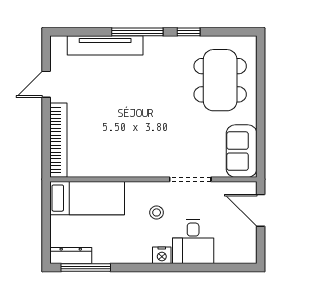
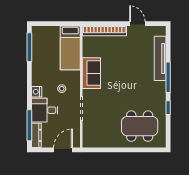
sofa: (242, 151) -> (91, 73), moved, turned 90
dresser: (71, 255) -> (36, 135), moved
window: (219, 267) -> (29, 125), added

